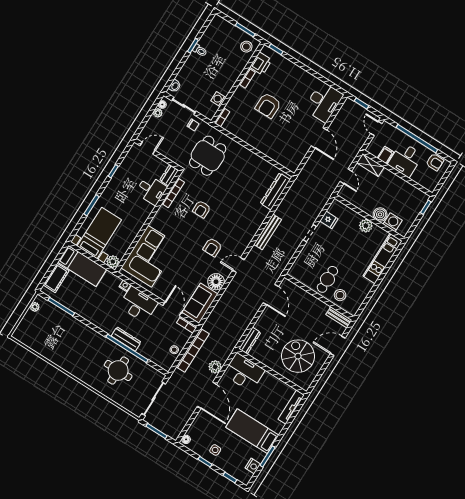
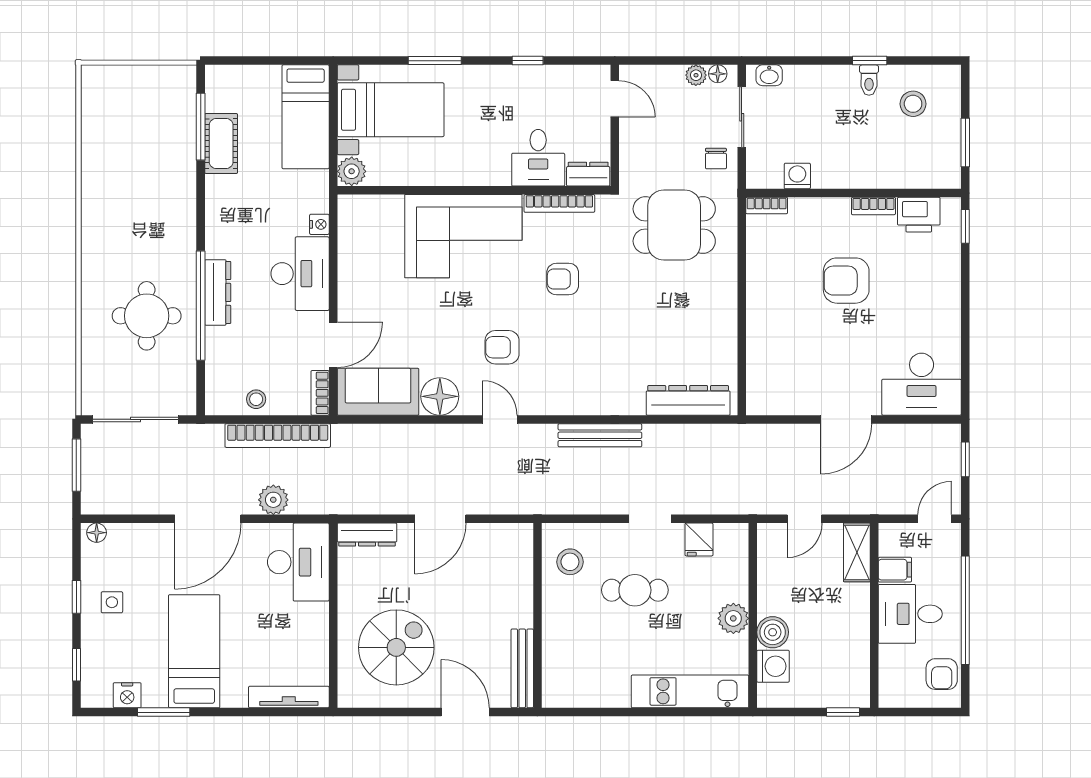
stool: (246, 47) -> (913, 104), moved
corner sofa: (150, 256) -> (463, 236), moved
cot: (56, 278) -> (221, 143), moved, turned 90
cafe table: (327, 279) -> (635, 590), moved
door: (271, 295) -> (440, 519), moved
stool: (340, 295) -> (570, 562), moved
plant: (35, 307) -> (167, 76), removed
bench: (339, 317) -> (522, 668), width x1.36

